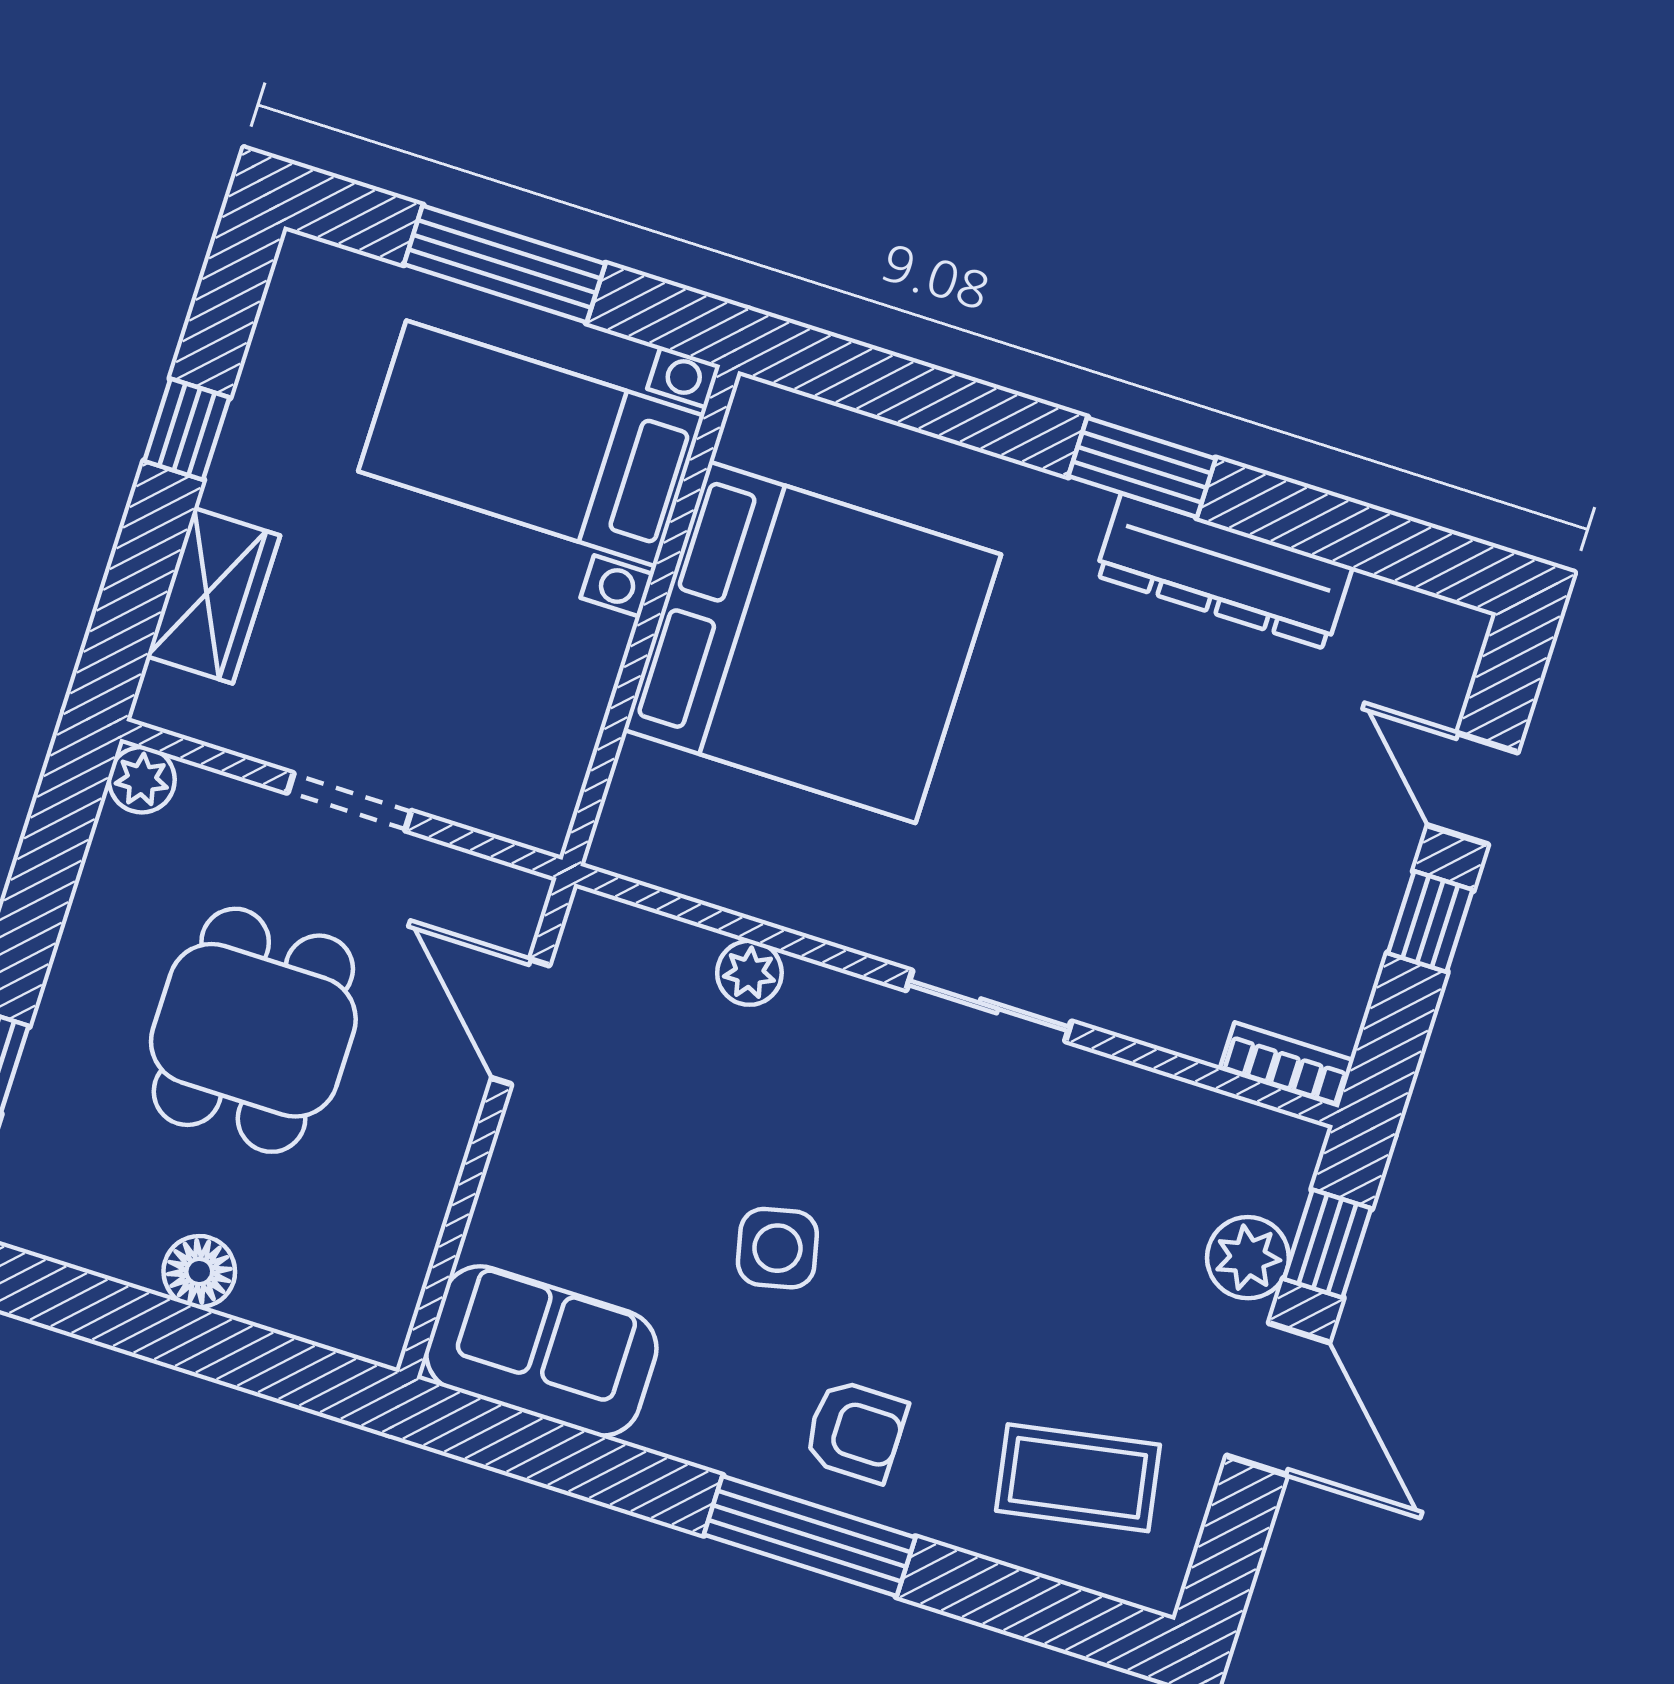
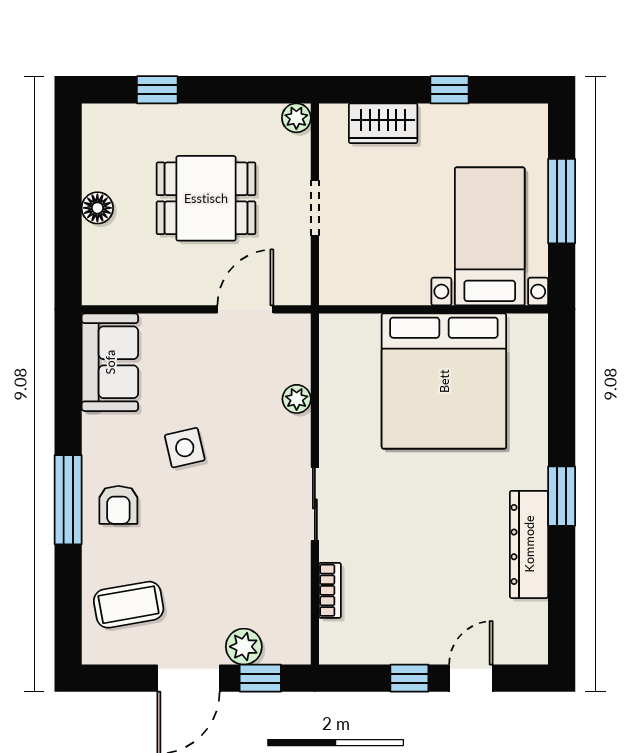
bookcase: (1287, 1065) -> (330, 590), moved
coffee table: (1078, 1478) -> (129, 605), turned 90

